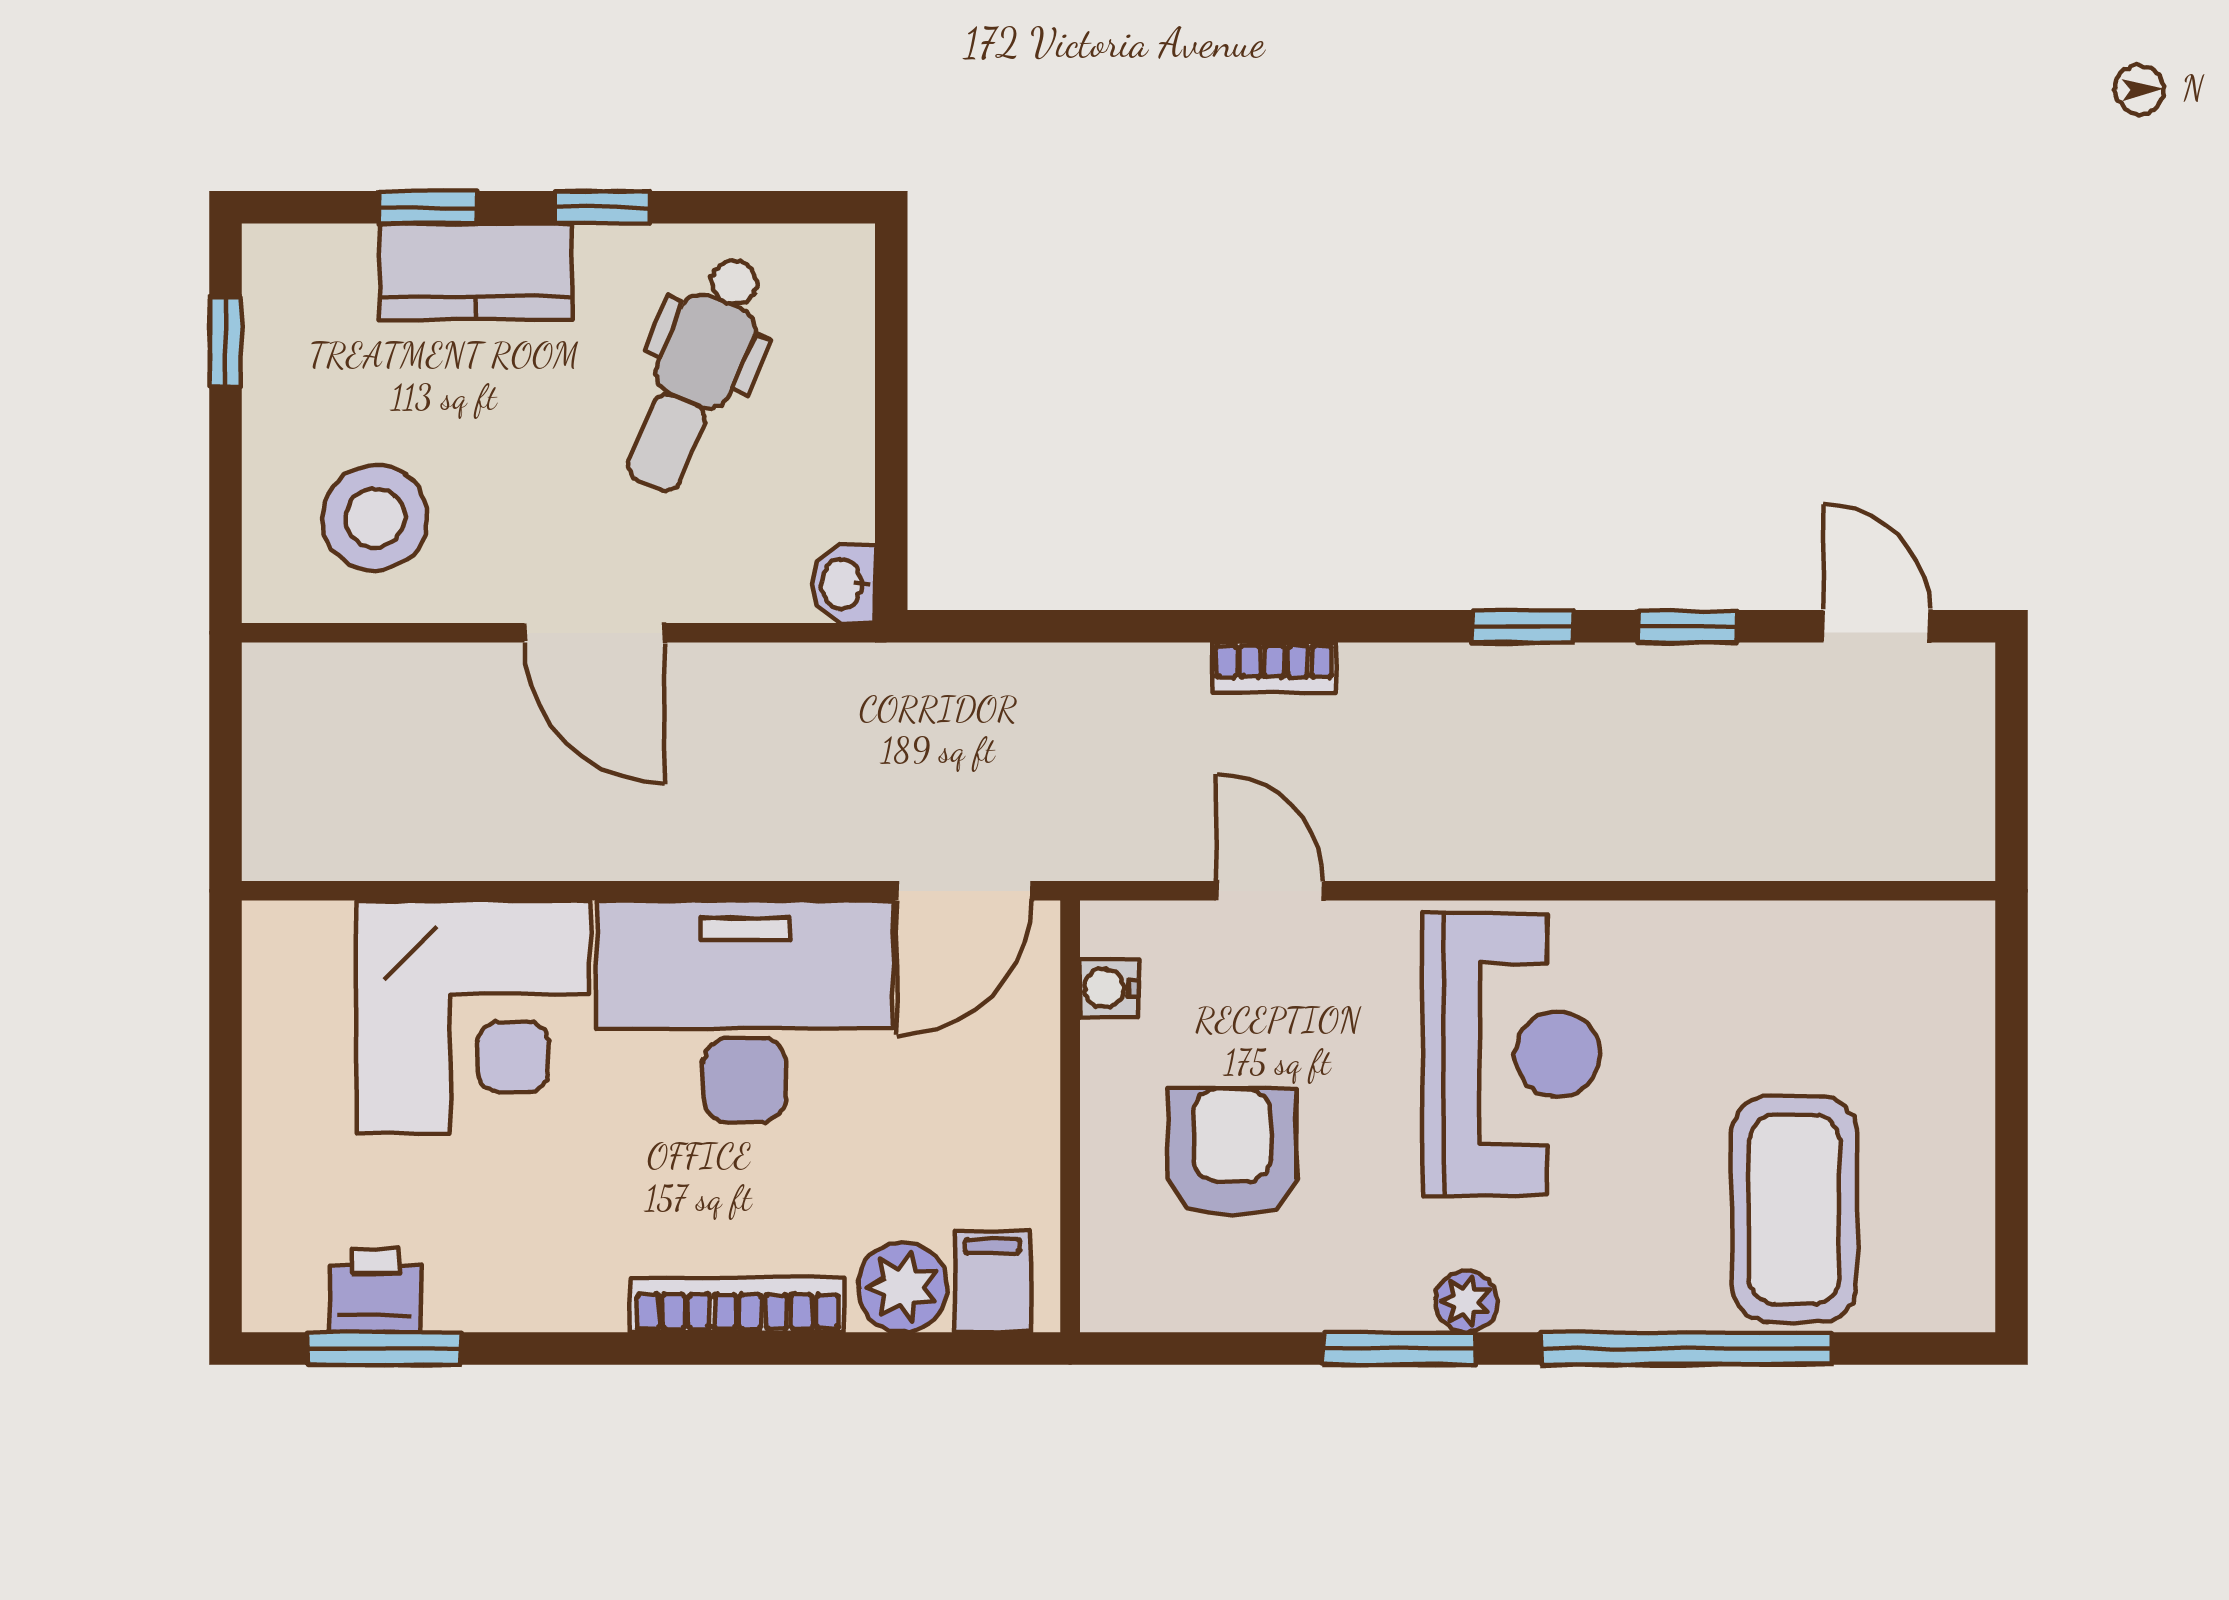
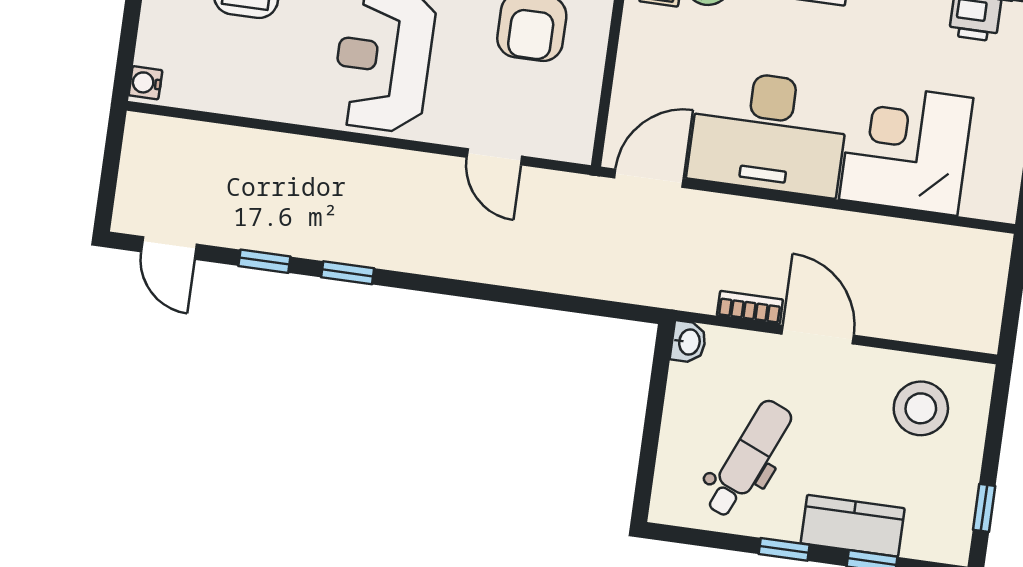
bookcase: (1274, 667) -> (750, 307), moved
water cooler: (1109, 988) -> (145, 83), moved, turned 180

